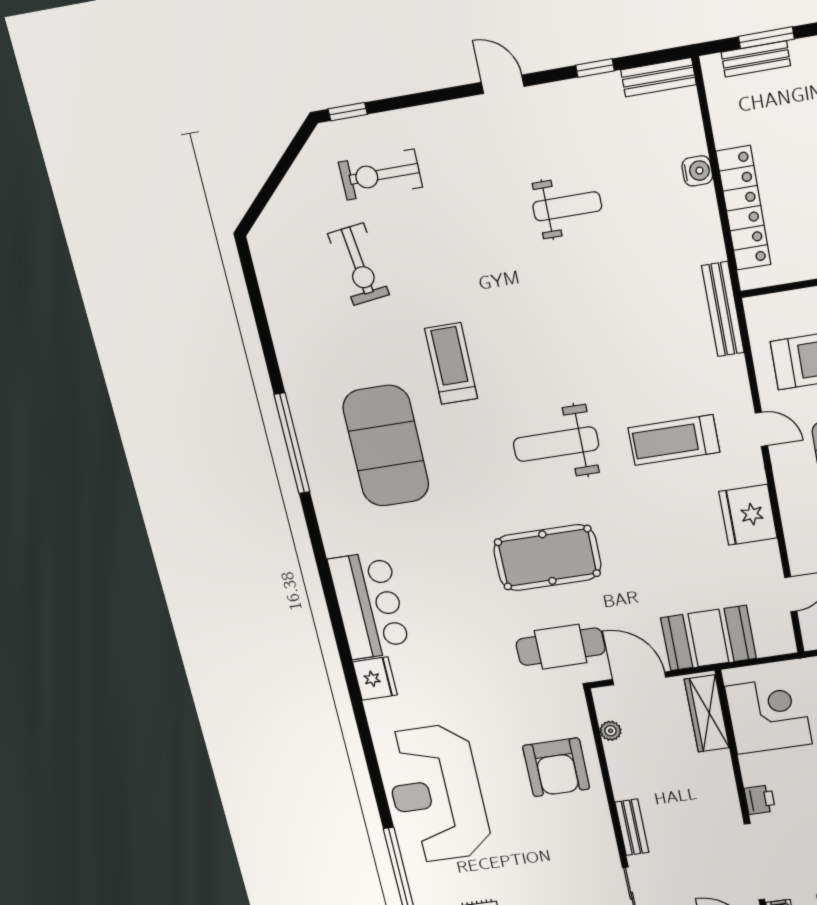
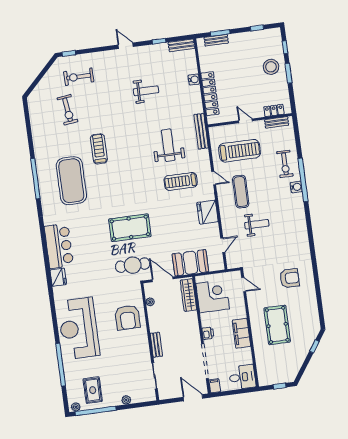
weight bench: (556, 444) -> (168, 145), moved, turned 90

